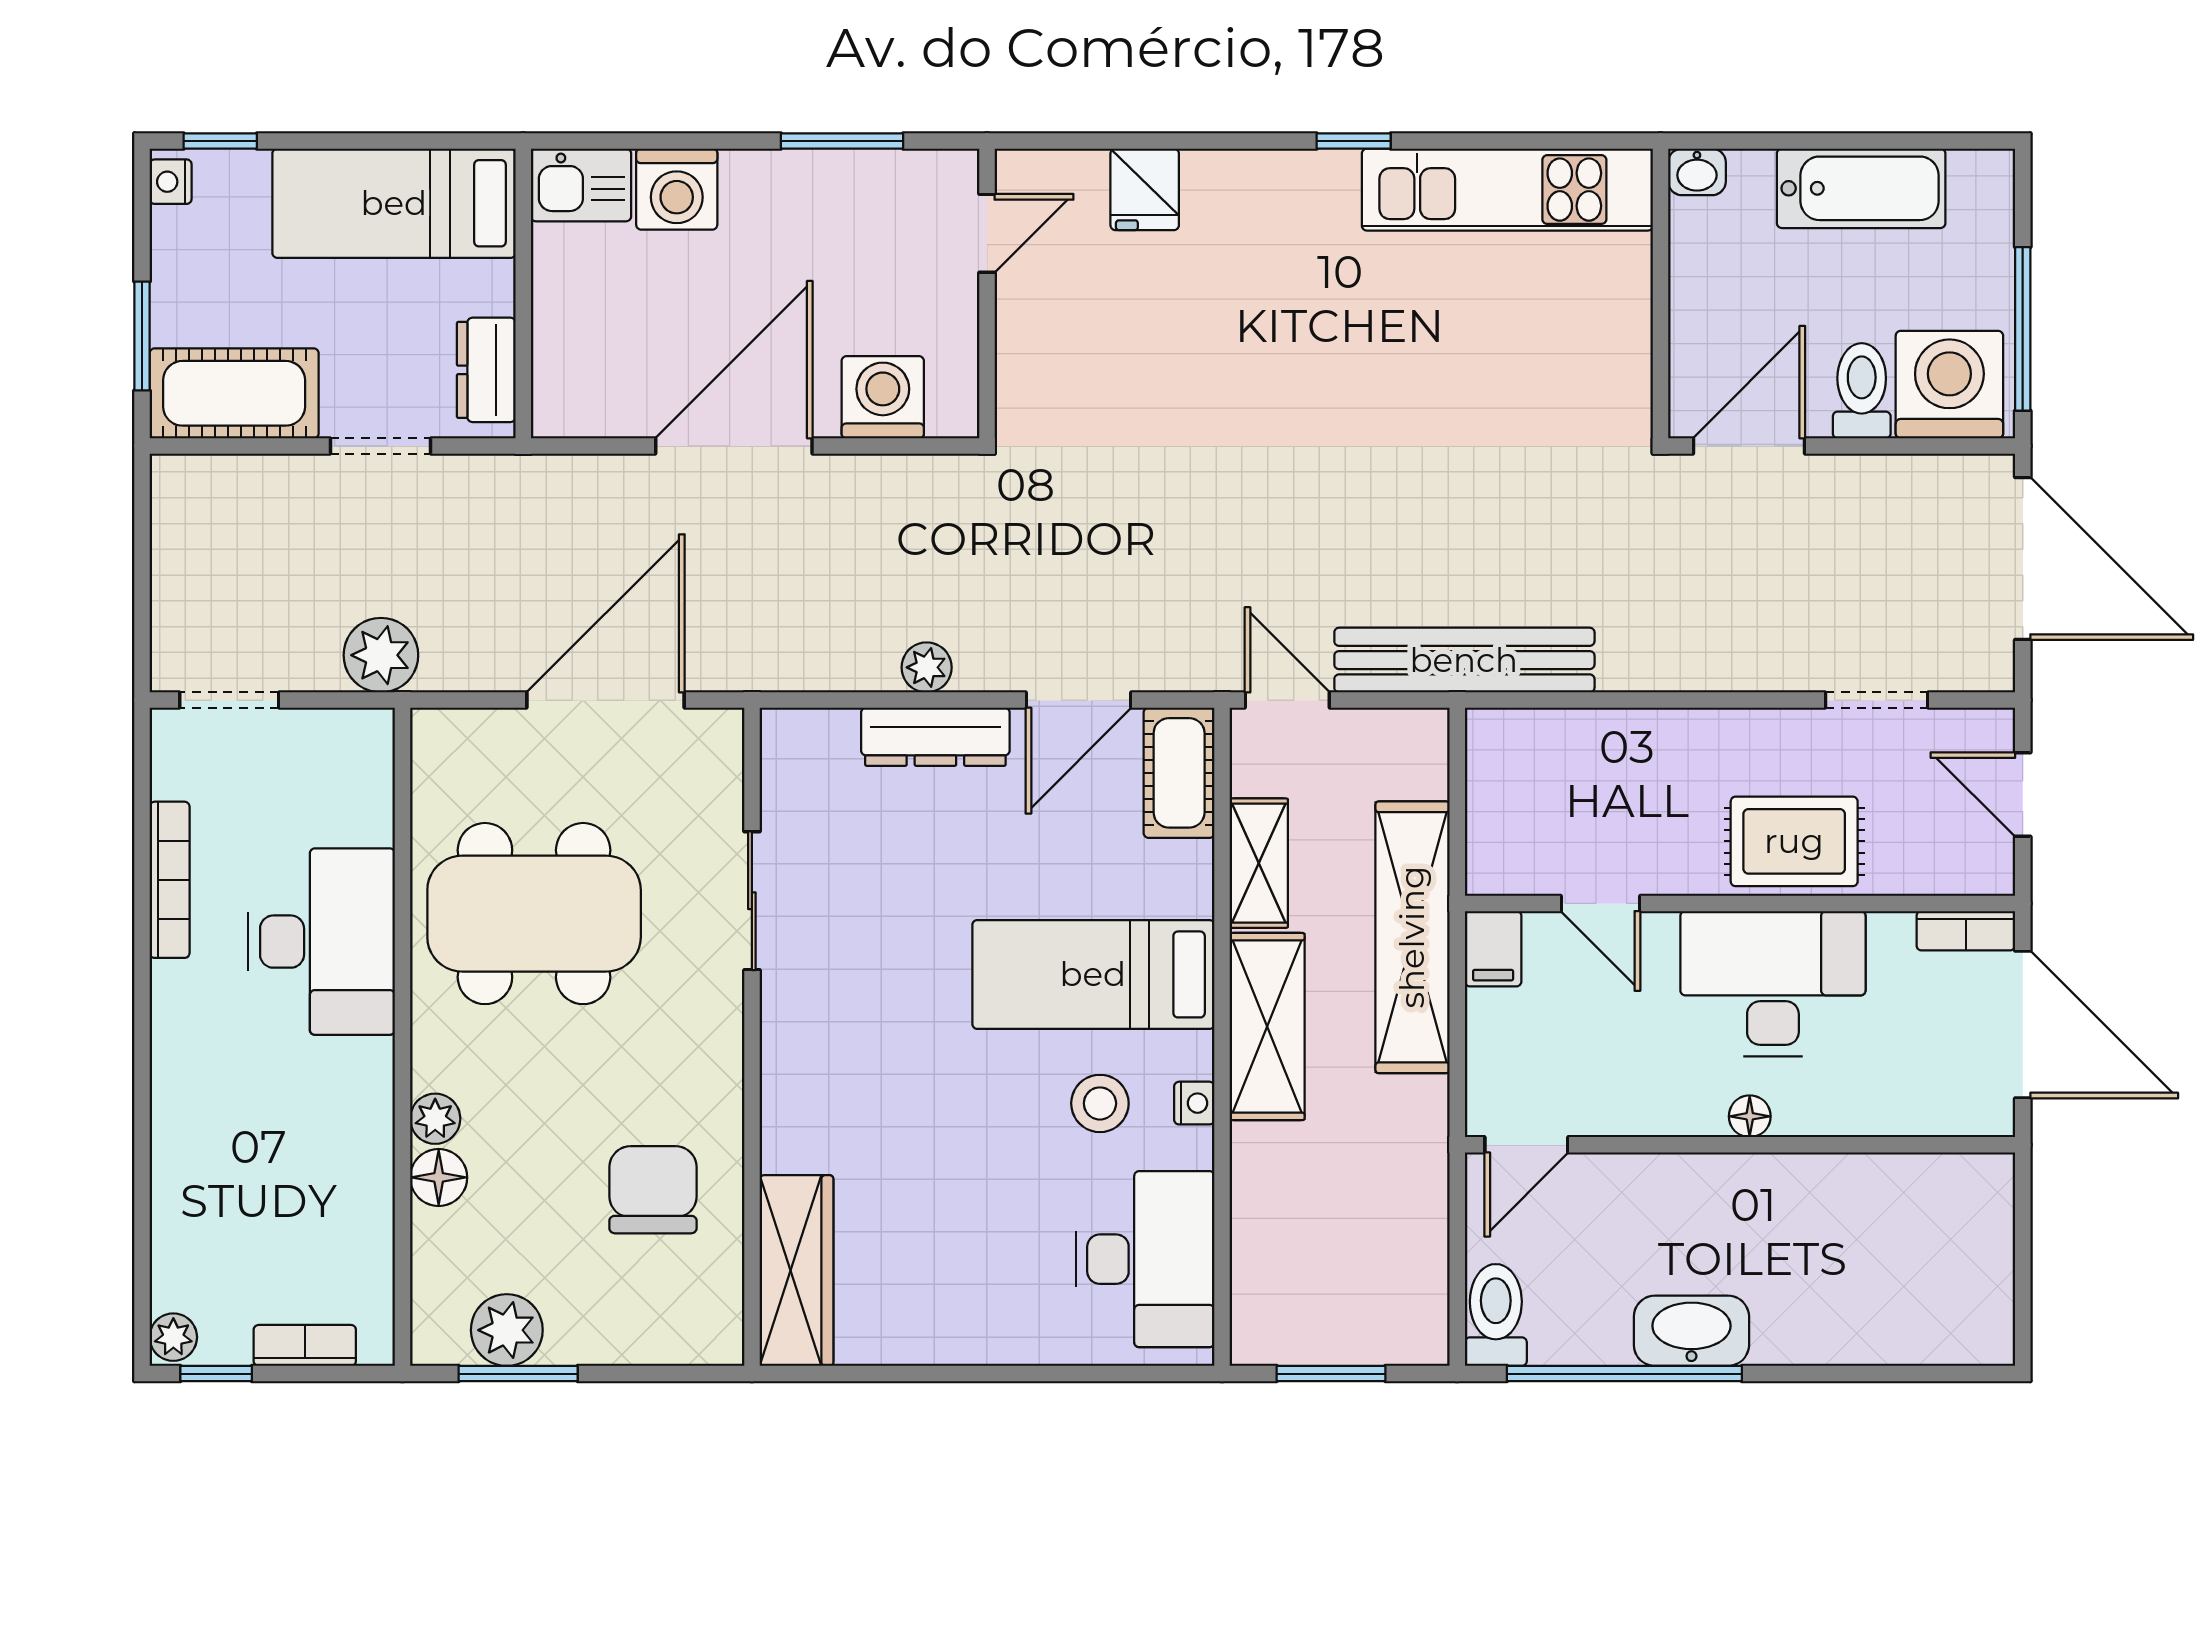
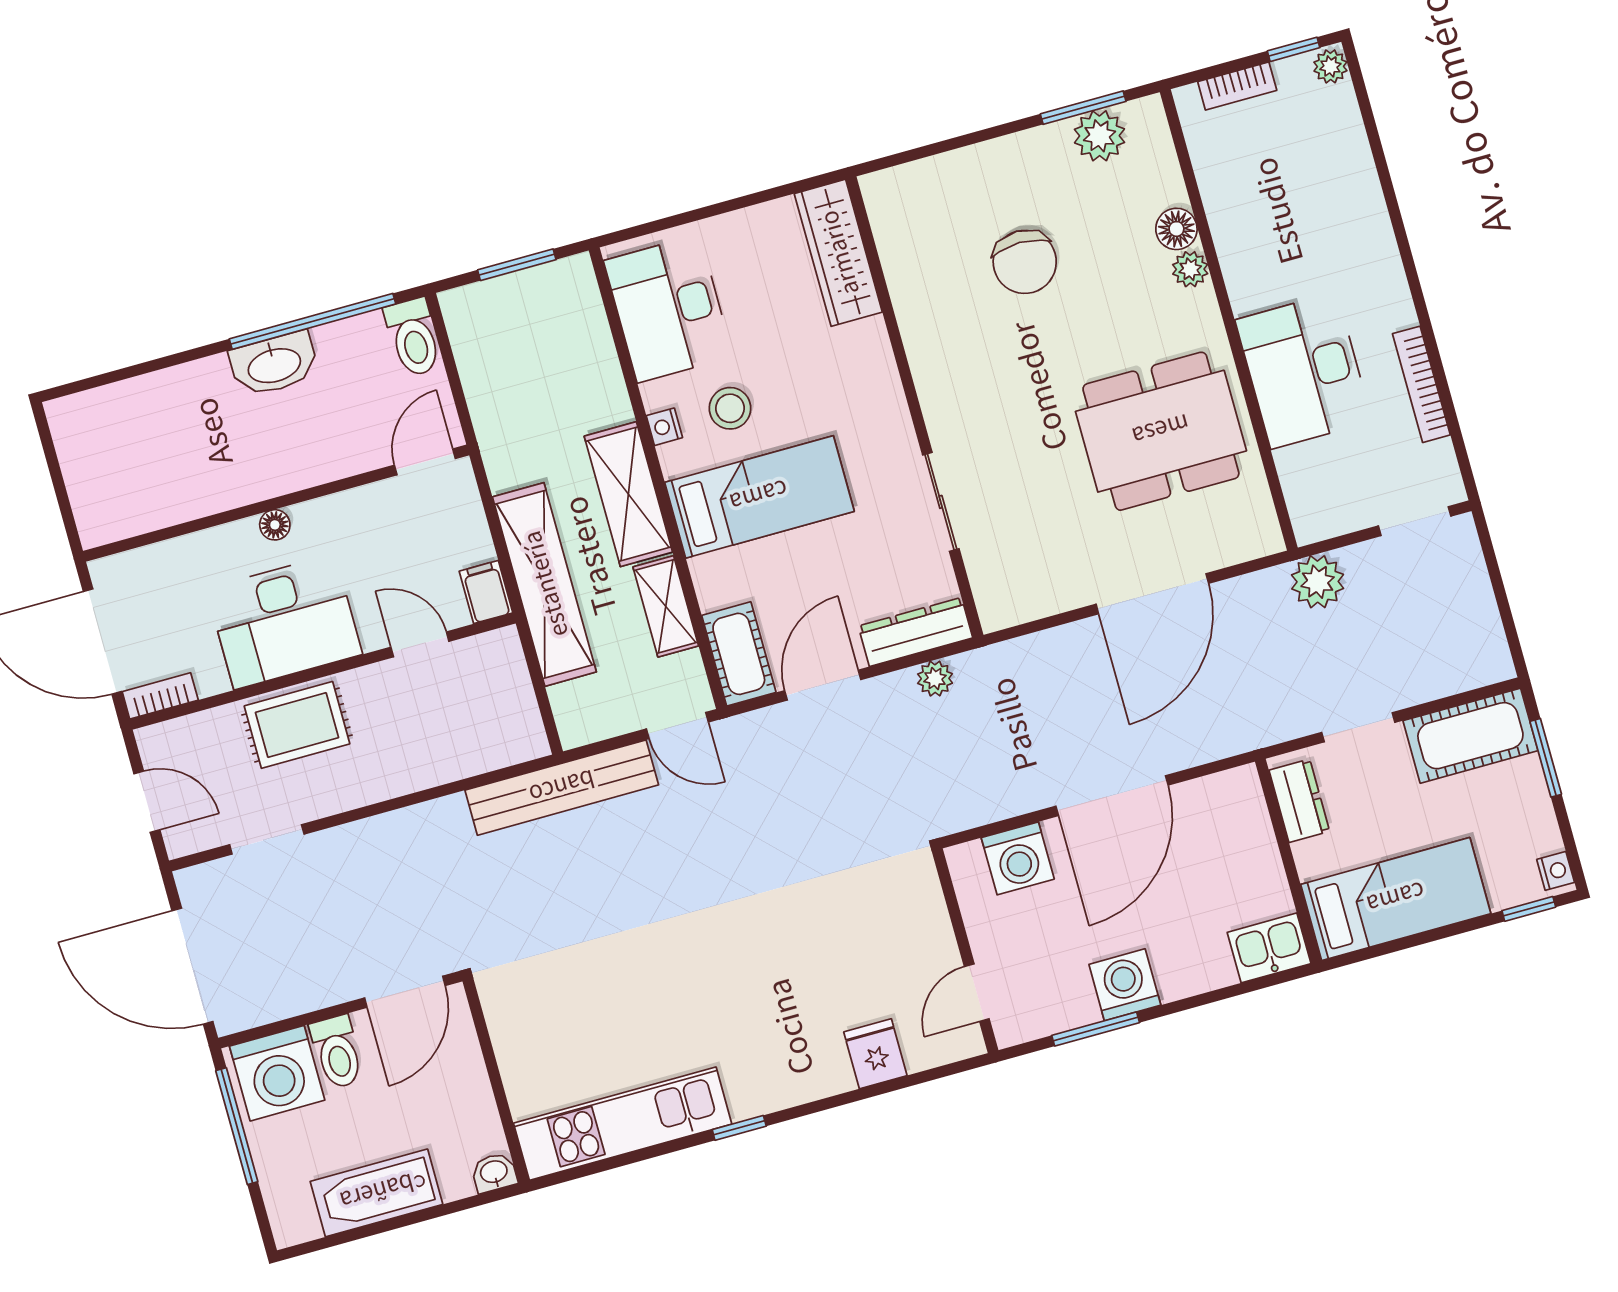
washing machine: (677, 189) -> (1125, 985), moved
sliding door: (752, 901) -> (941, 502), moved
wall: (752, 1037) -> (915, 407), moved
wardrobe: (796, 1271) -> (838, 253), moved

